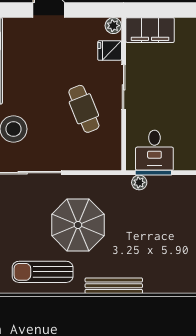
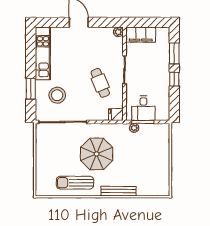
fridge: (110, 51) -> (116, 115), moved

